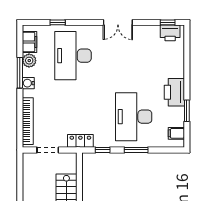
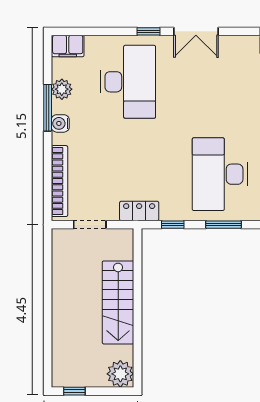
window: (58, 22) -> (149, 31), moved
filing cabinet: (30, 42) -> (68, 46), moved, turned 90
desk: (73, 56) -> (128, 82), turned 180

